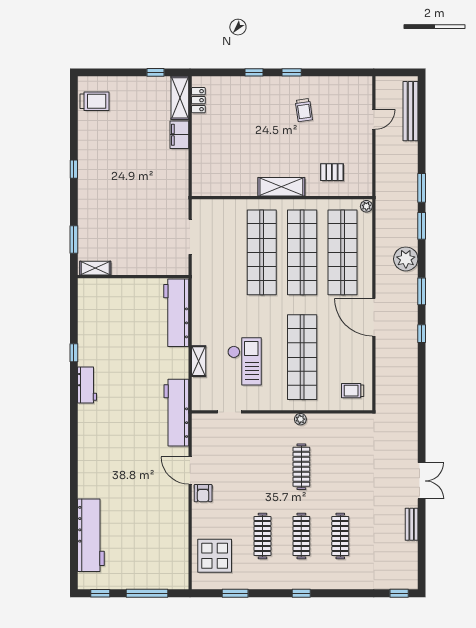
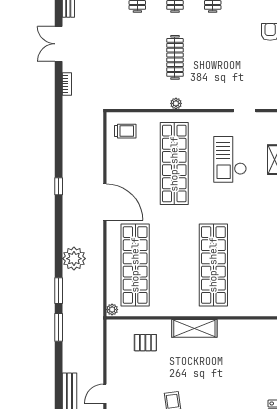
shop shelf: (302, 252) -> (174, 265), removed
window: (422, 291) -> (59, 227), removed
bookcase: (413, 439) -> (67, 84), added

